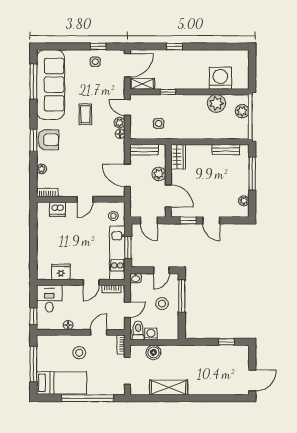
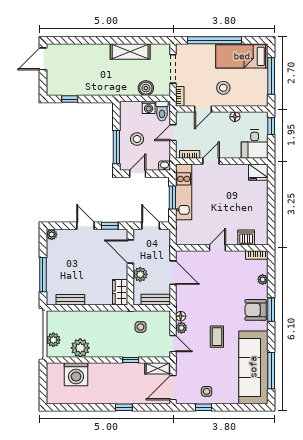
plant: (244, 201) -> (52, 235), moved
stool: (113, 216) -> (188, 231), removed
fridge: (61, 272) -> (258, 172), moved

